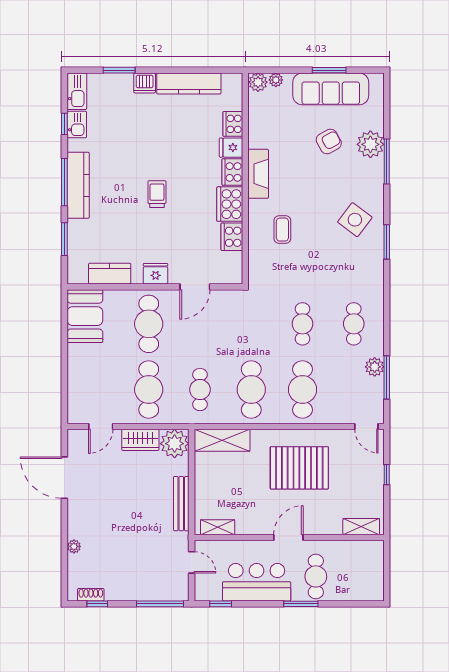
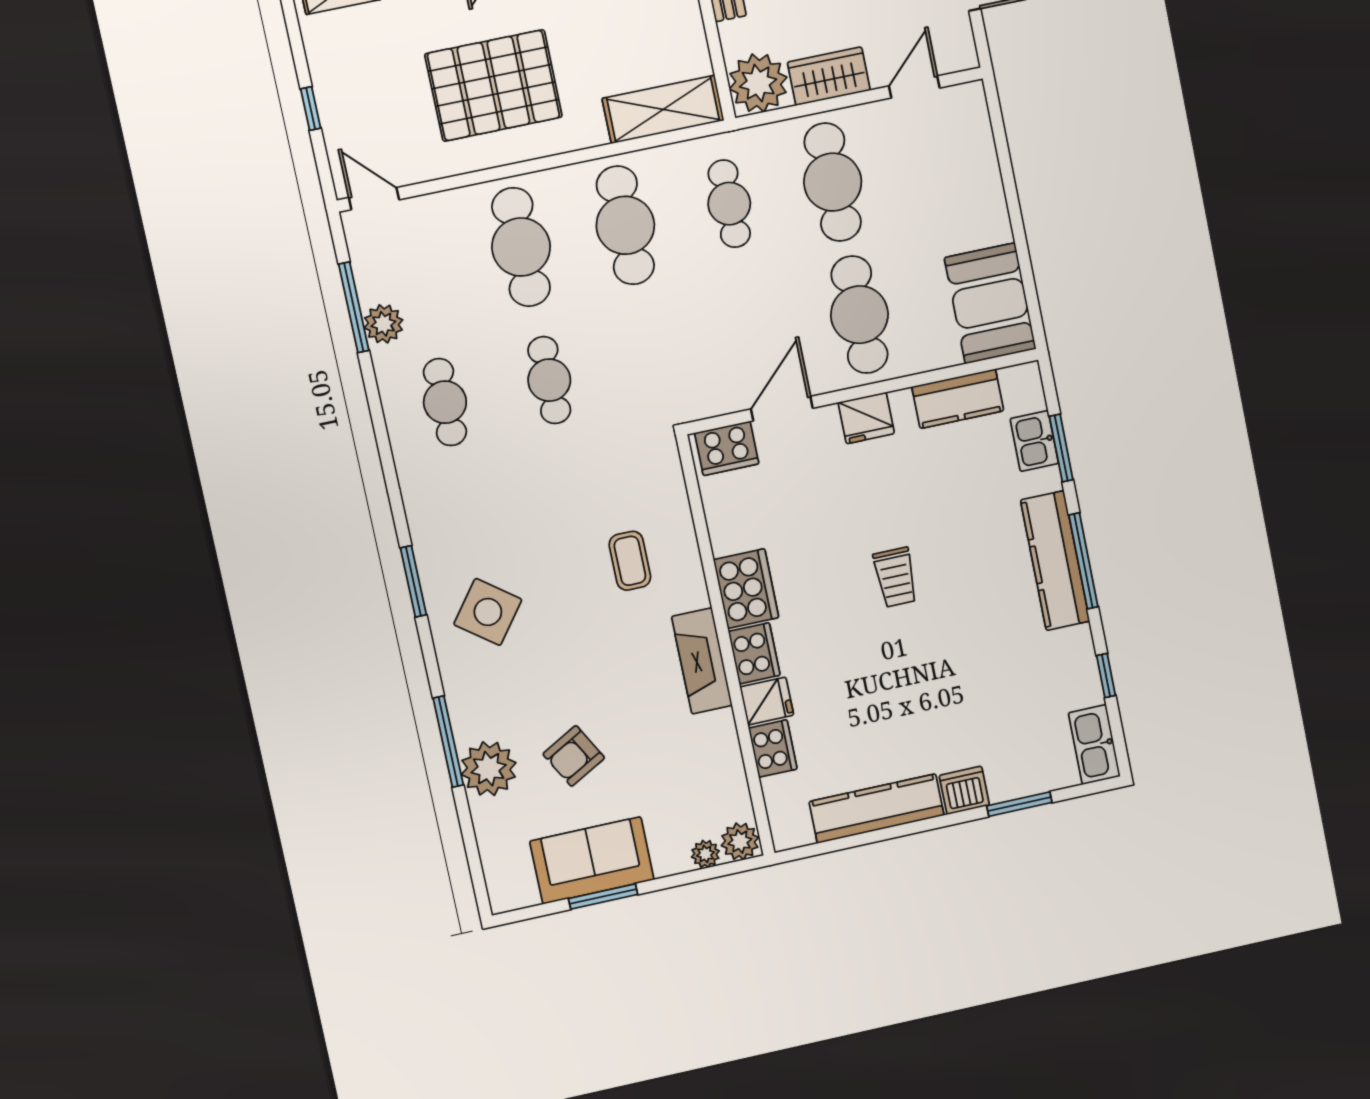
sofa: (331, 89) -> (592, 860), width x0.73
kitchen sink: (77, 124) -> (1034, 441), moved
cooker: (232, 237) -> (727, 448), moved, turned 90

